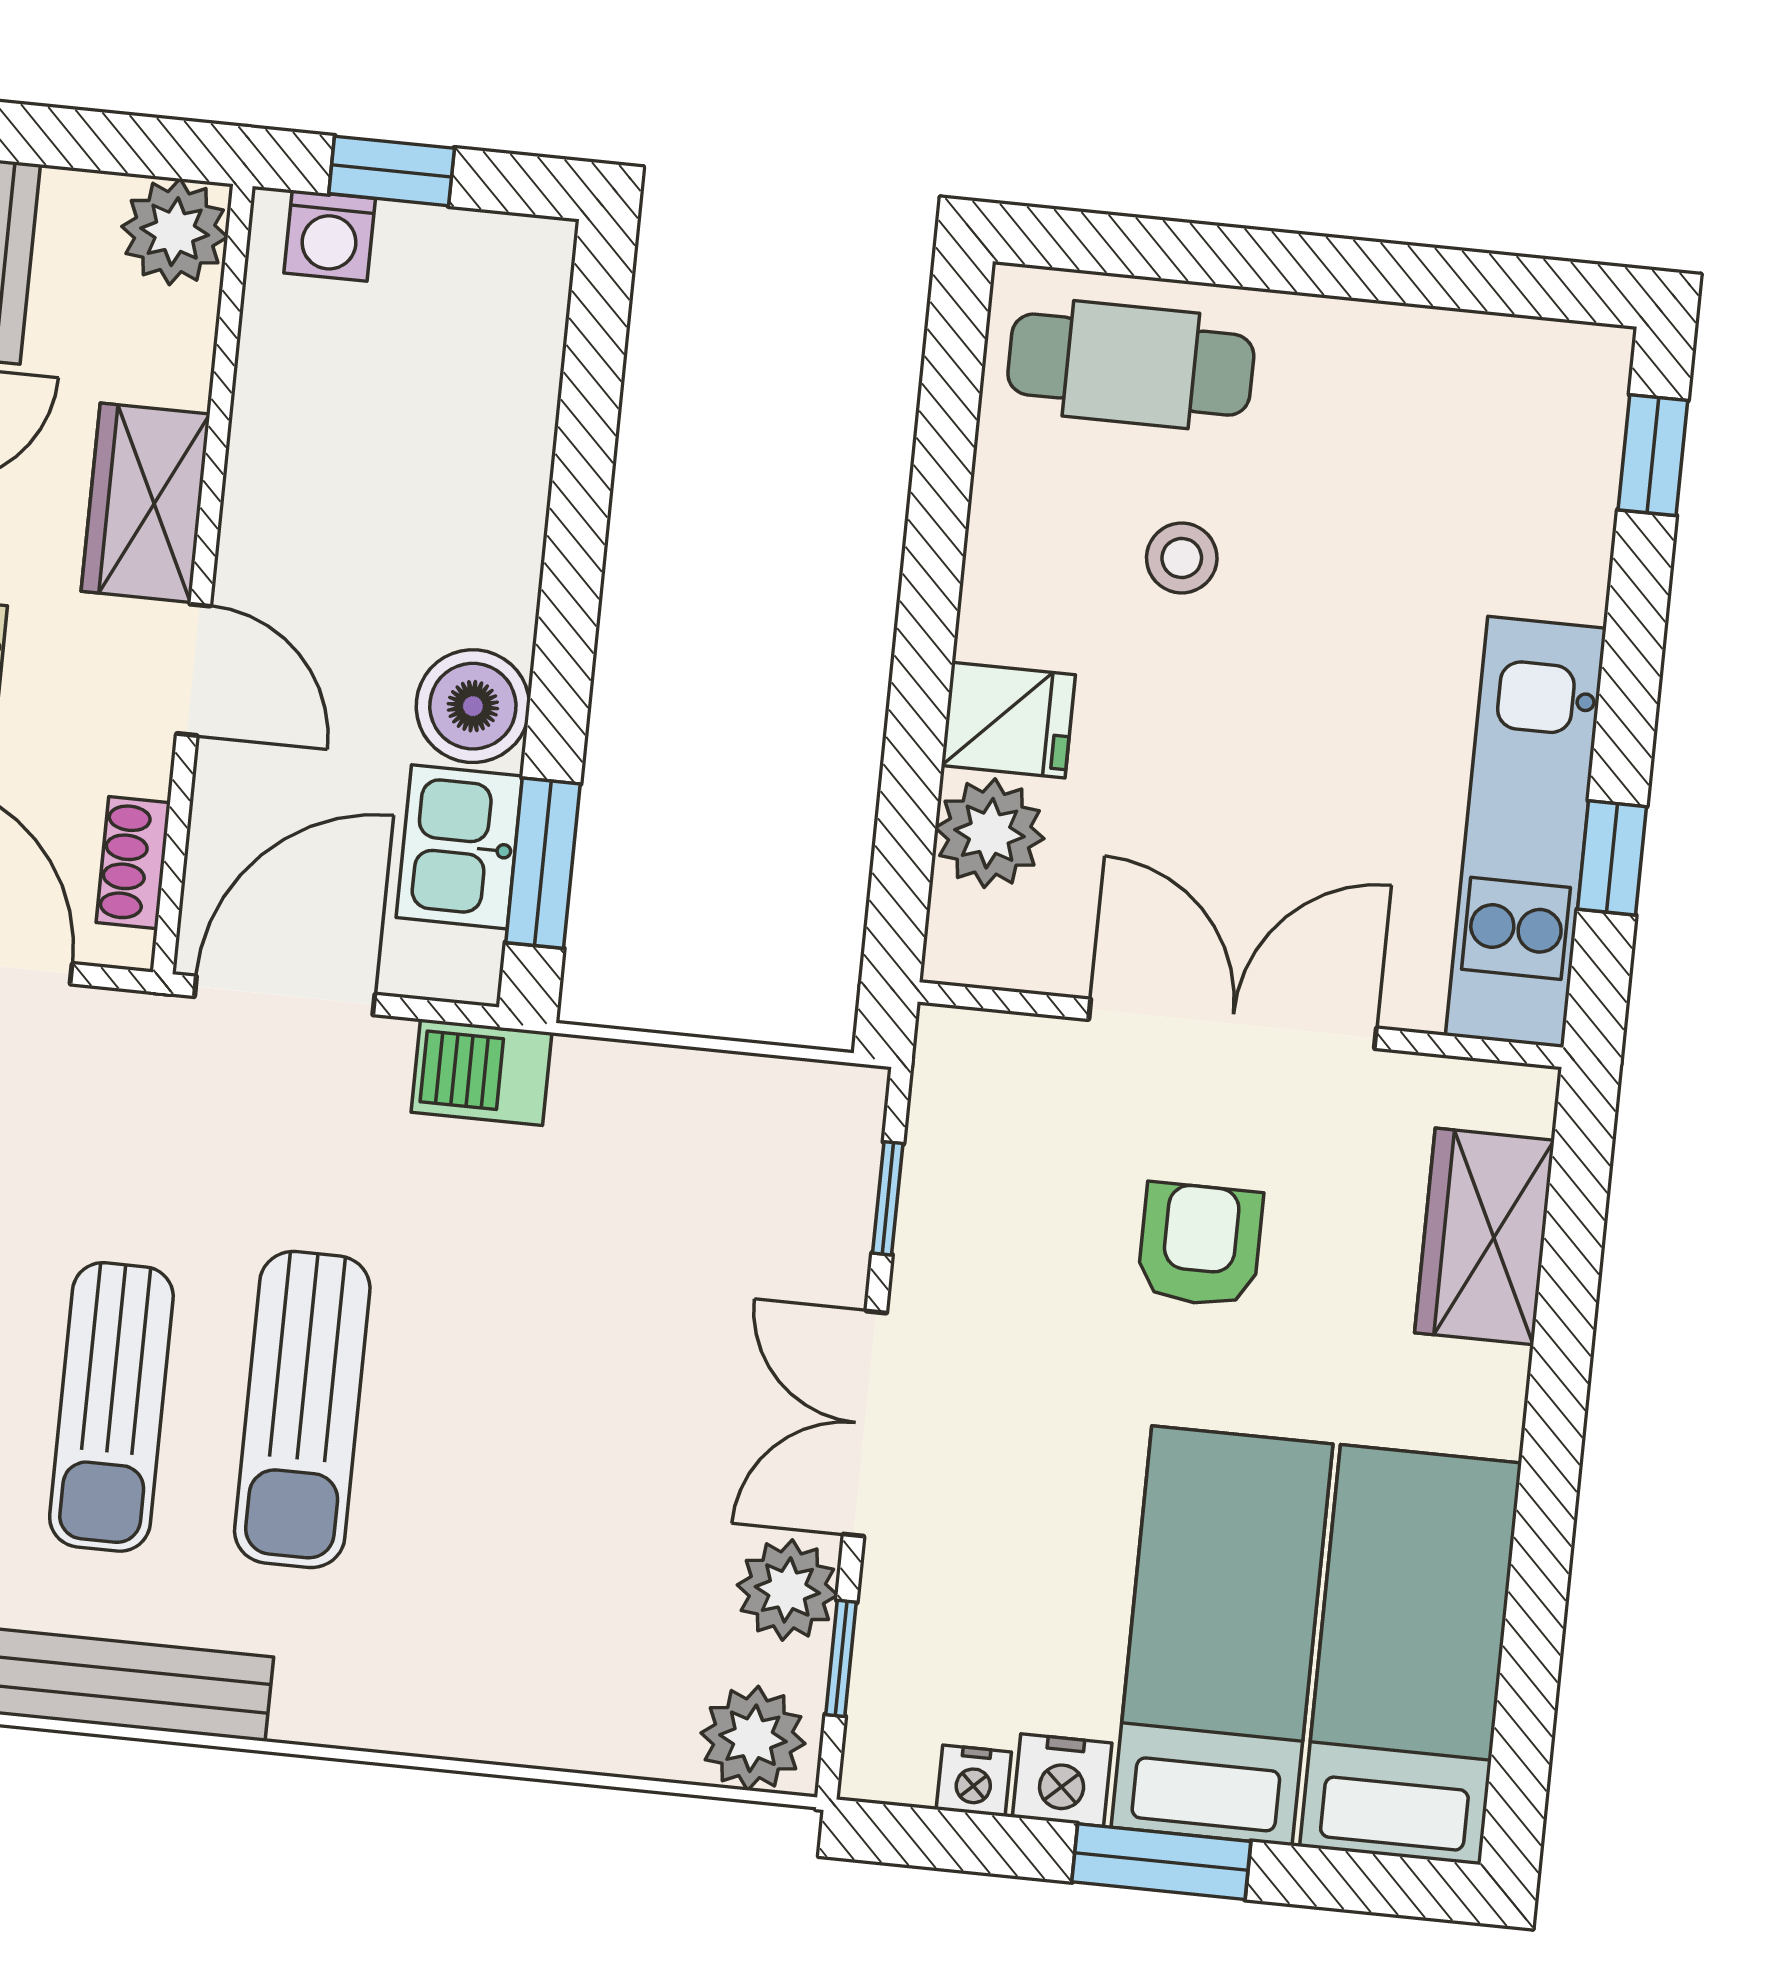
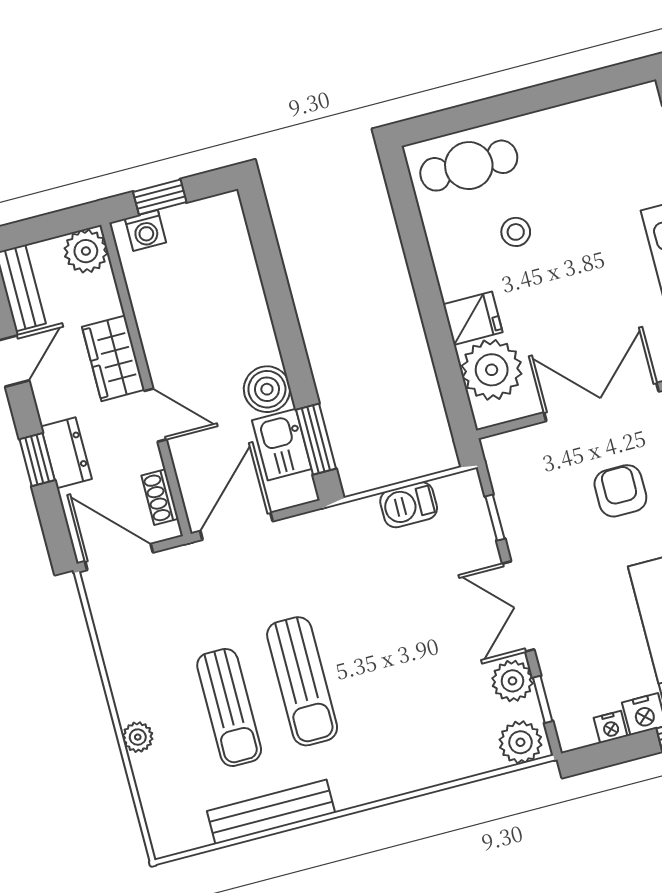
plant: (990, 833) -> (492, 370), width x1.36, depth x1.36
barbecue: (481, 1072) -> (409, 505), moved

